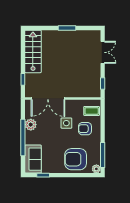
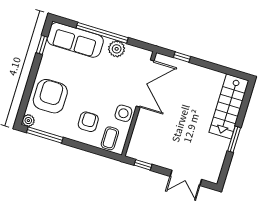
stairs: (33, 51) -> (229, 106), moved, turned 90
double door: (48, 99) -> (145, 84), swing flipped
side table: (66, 123) -> (123, 113), moved
sofa: (33, 159) -> (75, 40), width x1.36

